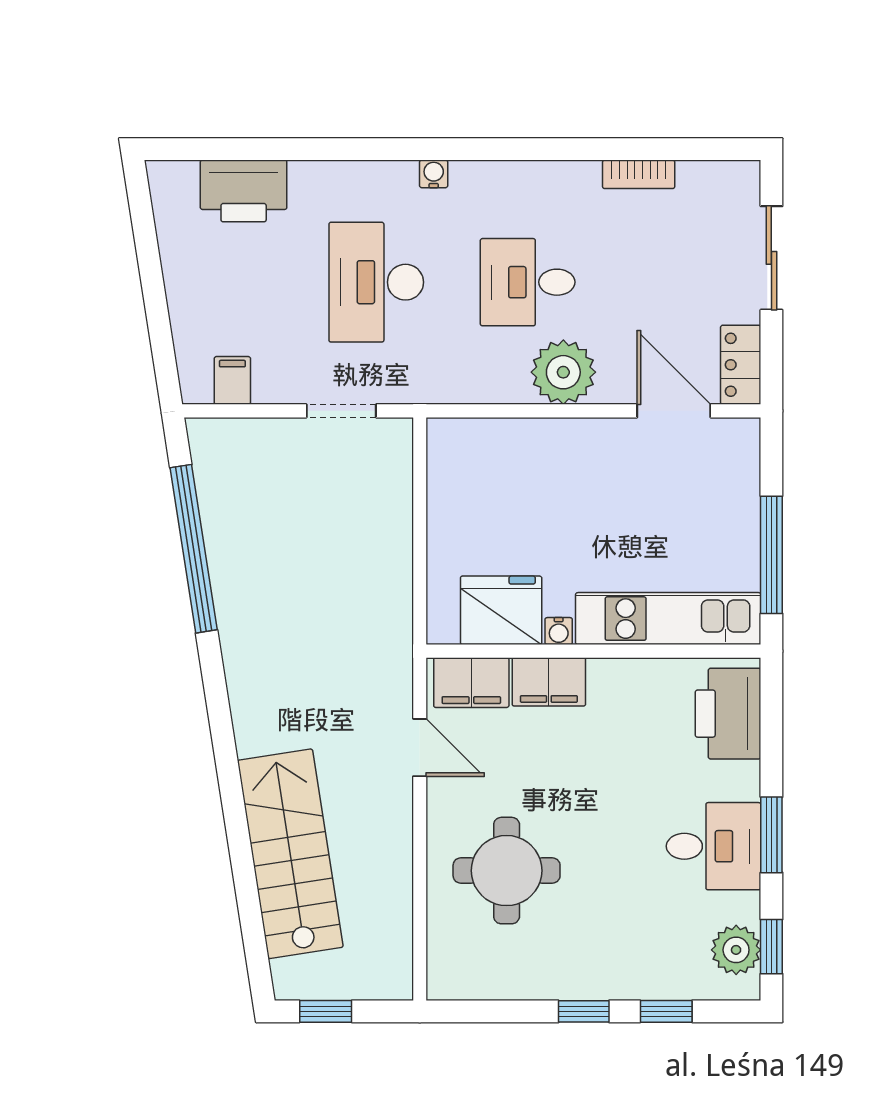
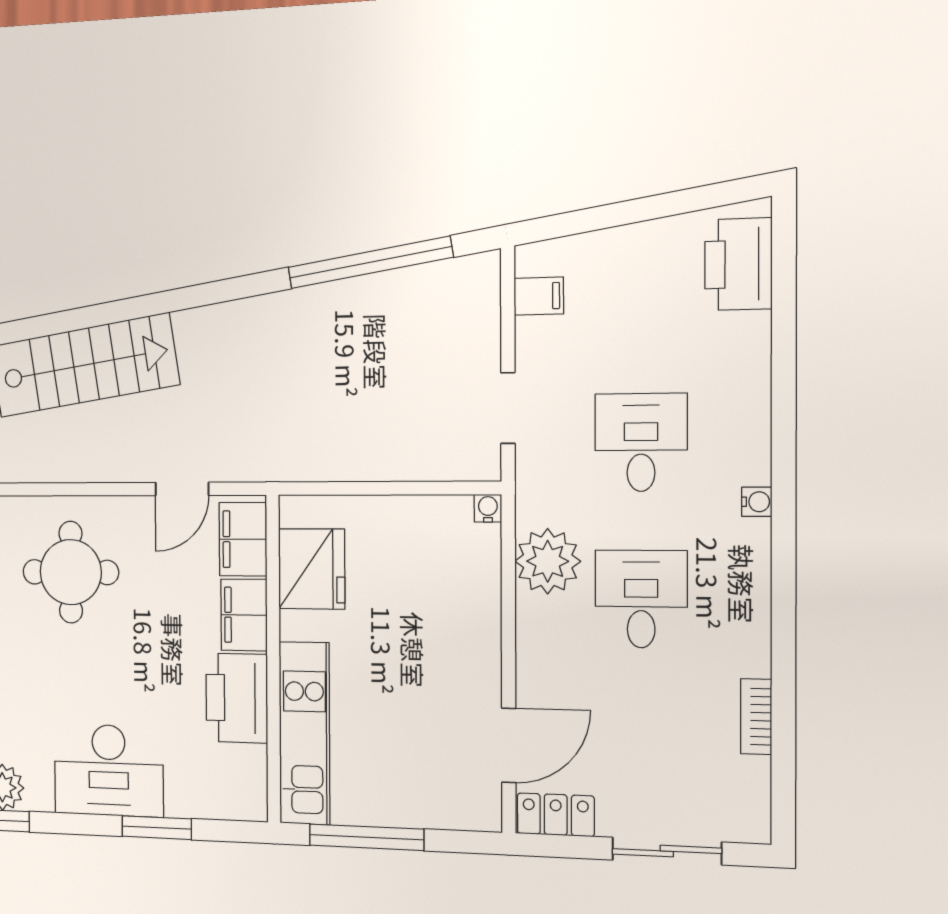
printer: (244, 191) -> (738, 264), moved
desk: (376, 282) -> (641, 442), width x0.73
plant: (563, 372) -> (548, 561), moved
water cooler: (559, 631) -> (488, 508), moved, turned 90
printer: (728, 714) -> (237, 698), moved, turned -90
window: (771, 835) -> (157, 828), moved
desk: (714, 846) -> (109, 770), width x1.37

